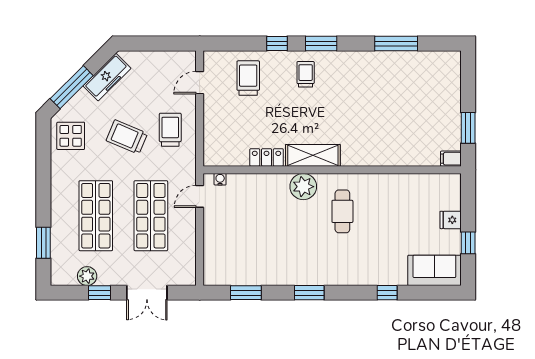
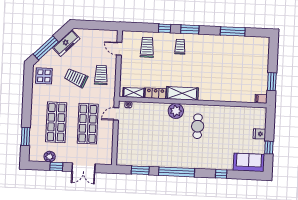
door: (200, 83) -> (119, 49), hinge flipped
shelving: (229, 158) -> (134, 93), added
window: (309, 293) -> (177, 172), width x2.11

